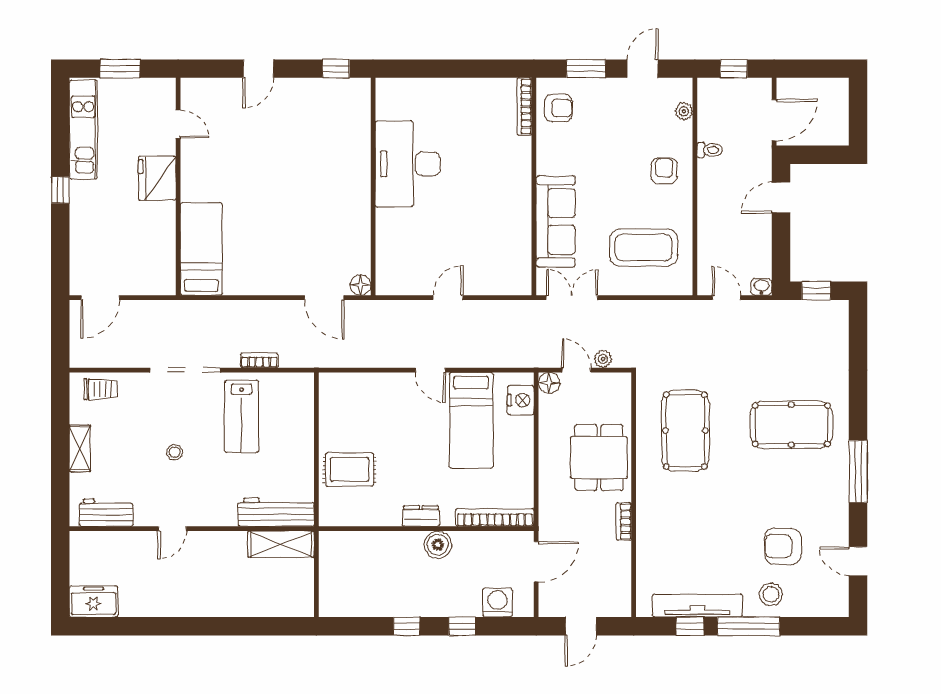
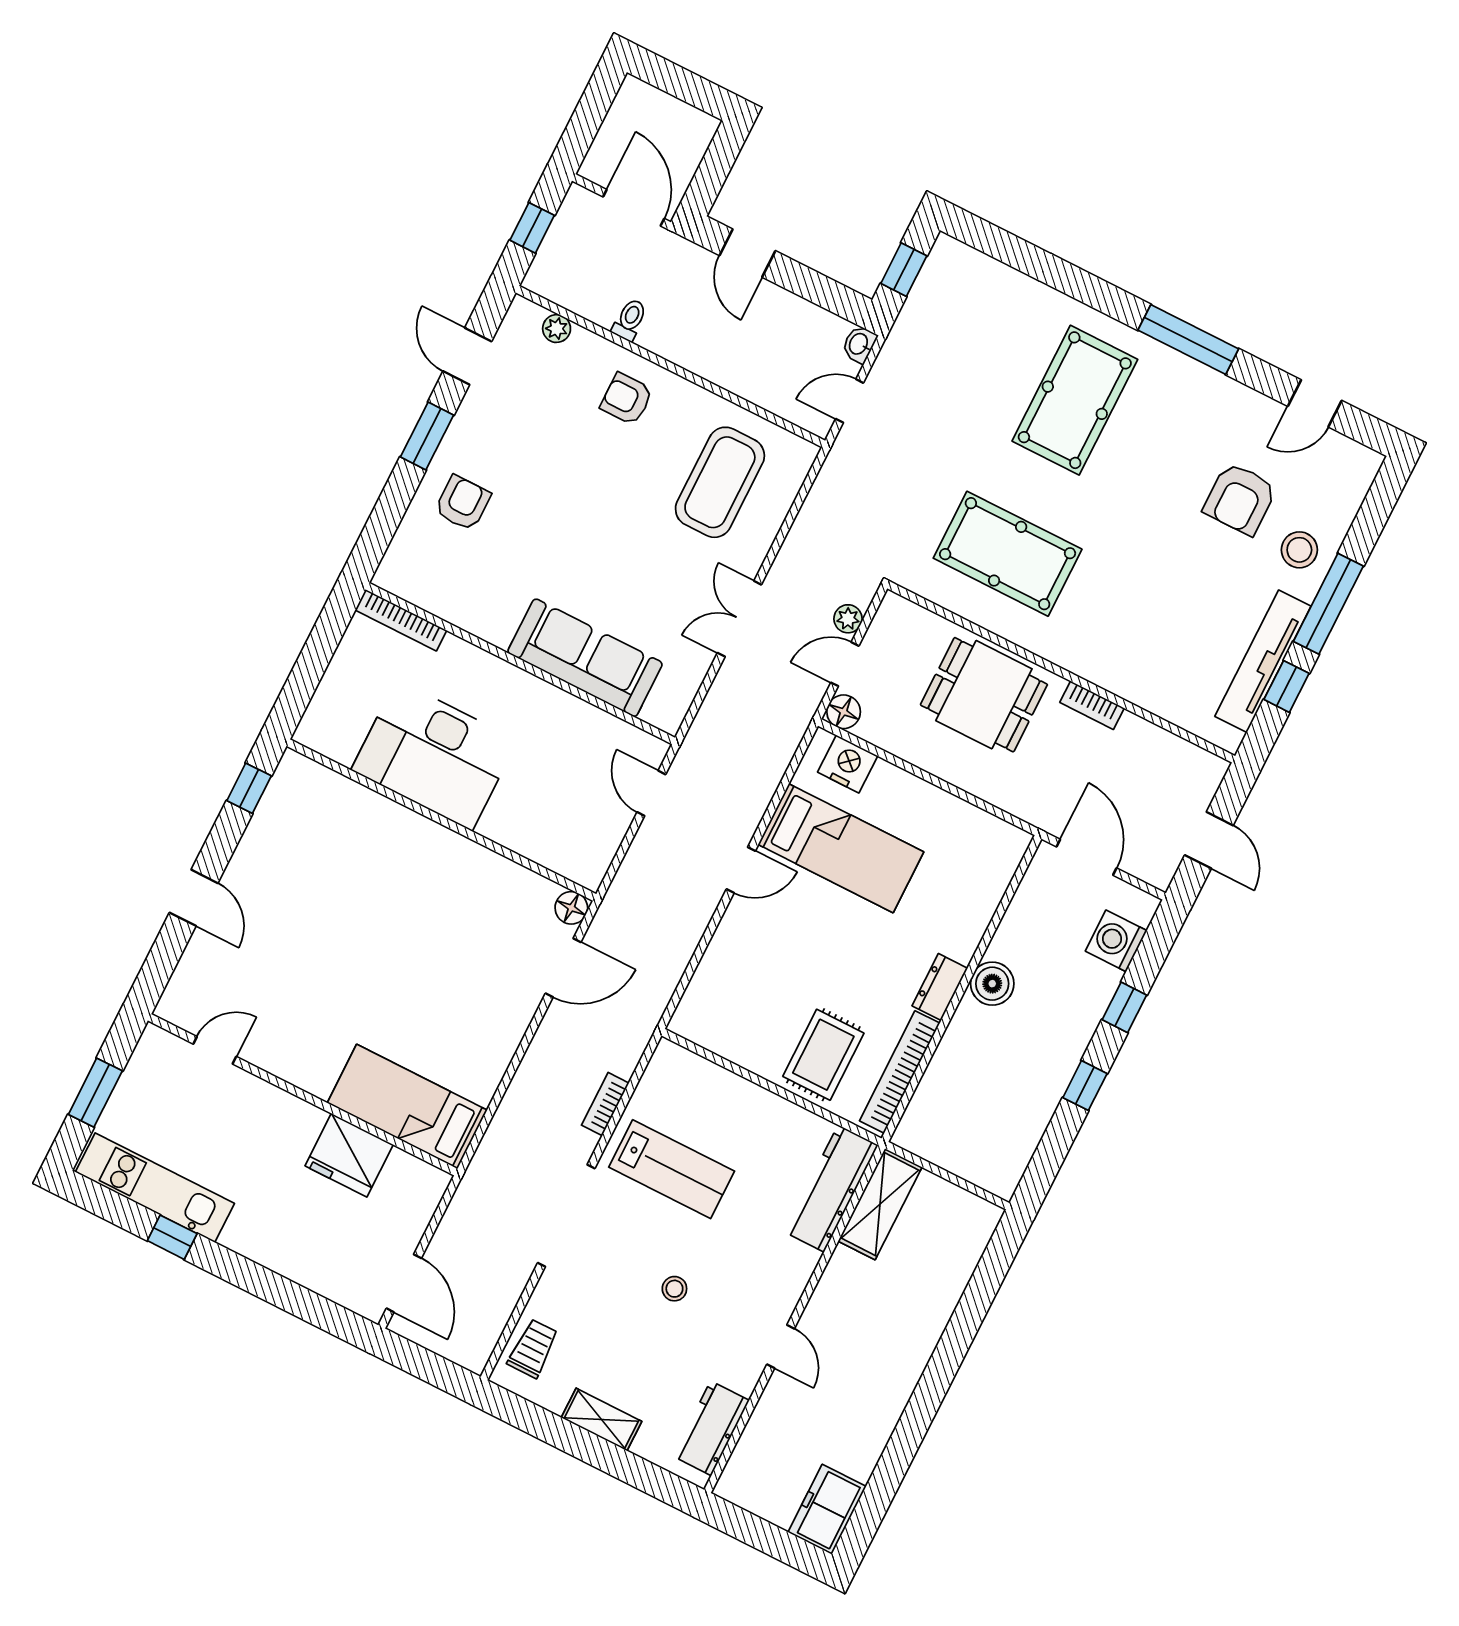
bookcase: (524, 107) -> (401, 620), moved
fridge: (157, 178) -> (349, 1155), moved
wall: (534, 186) -> (520, 664), moved
window: (60, 190) -> (172, 1237), moved
sofa: (556, 221) -> (585, 658), moved
bookcase: (495, 518) -> (900, 1072), moved

